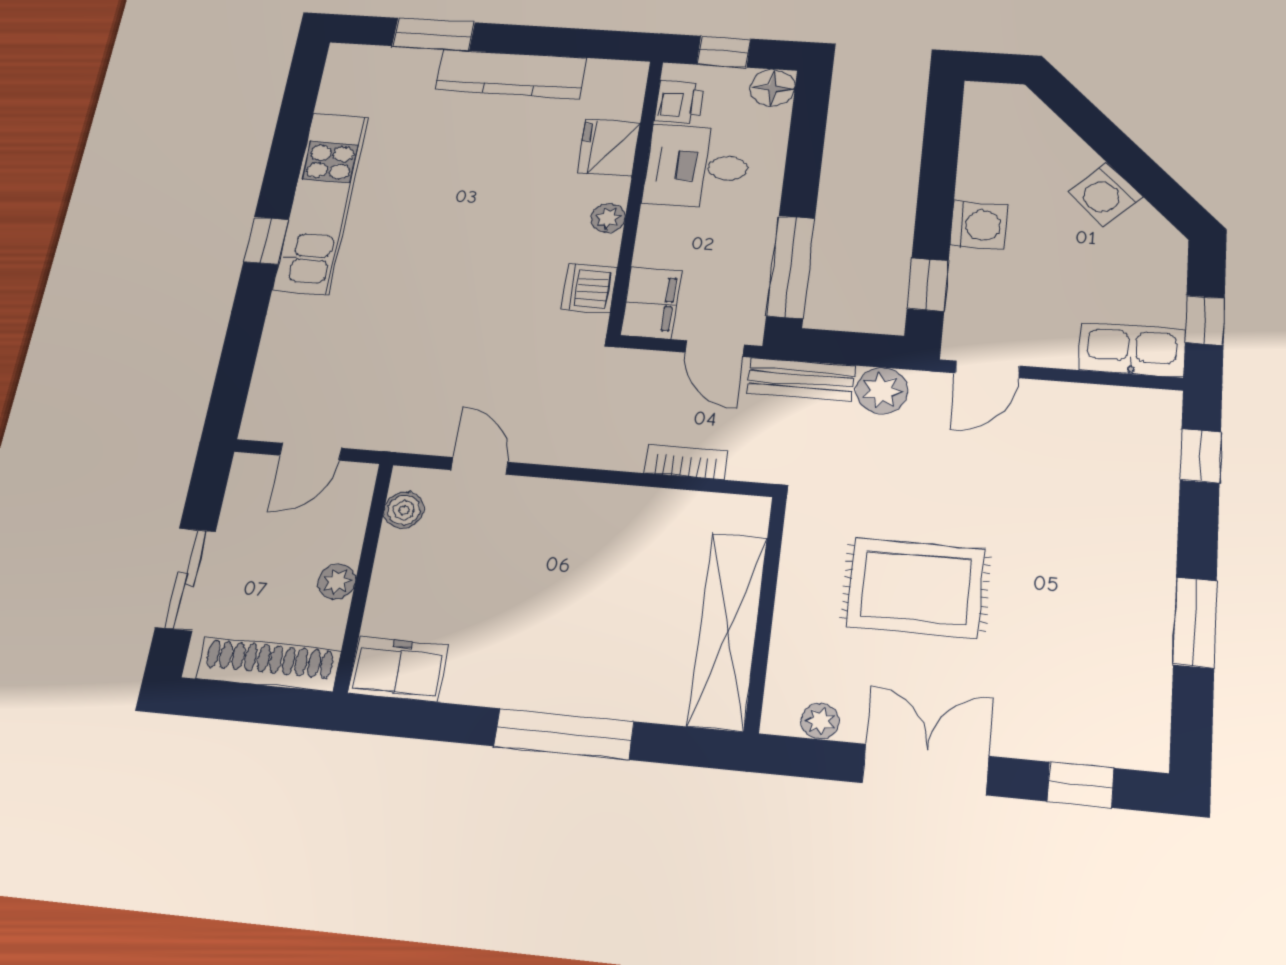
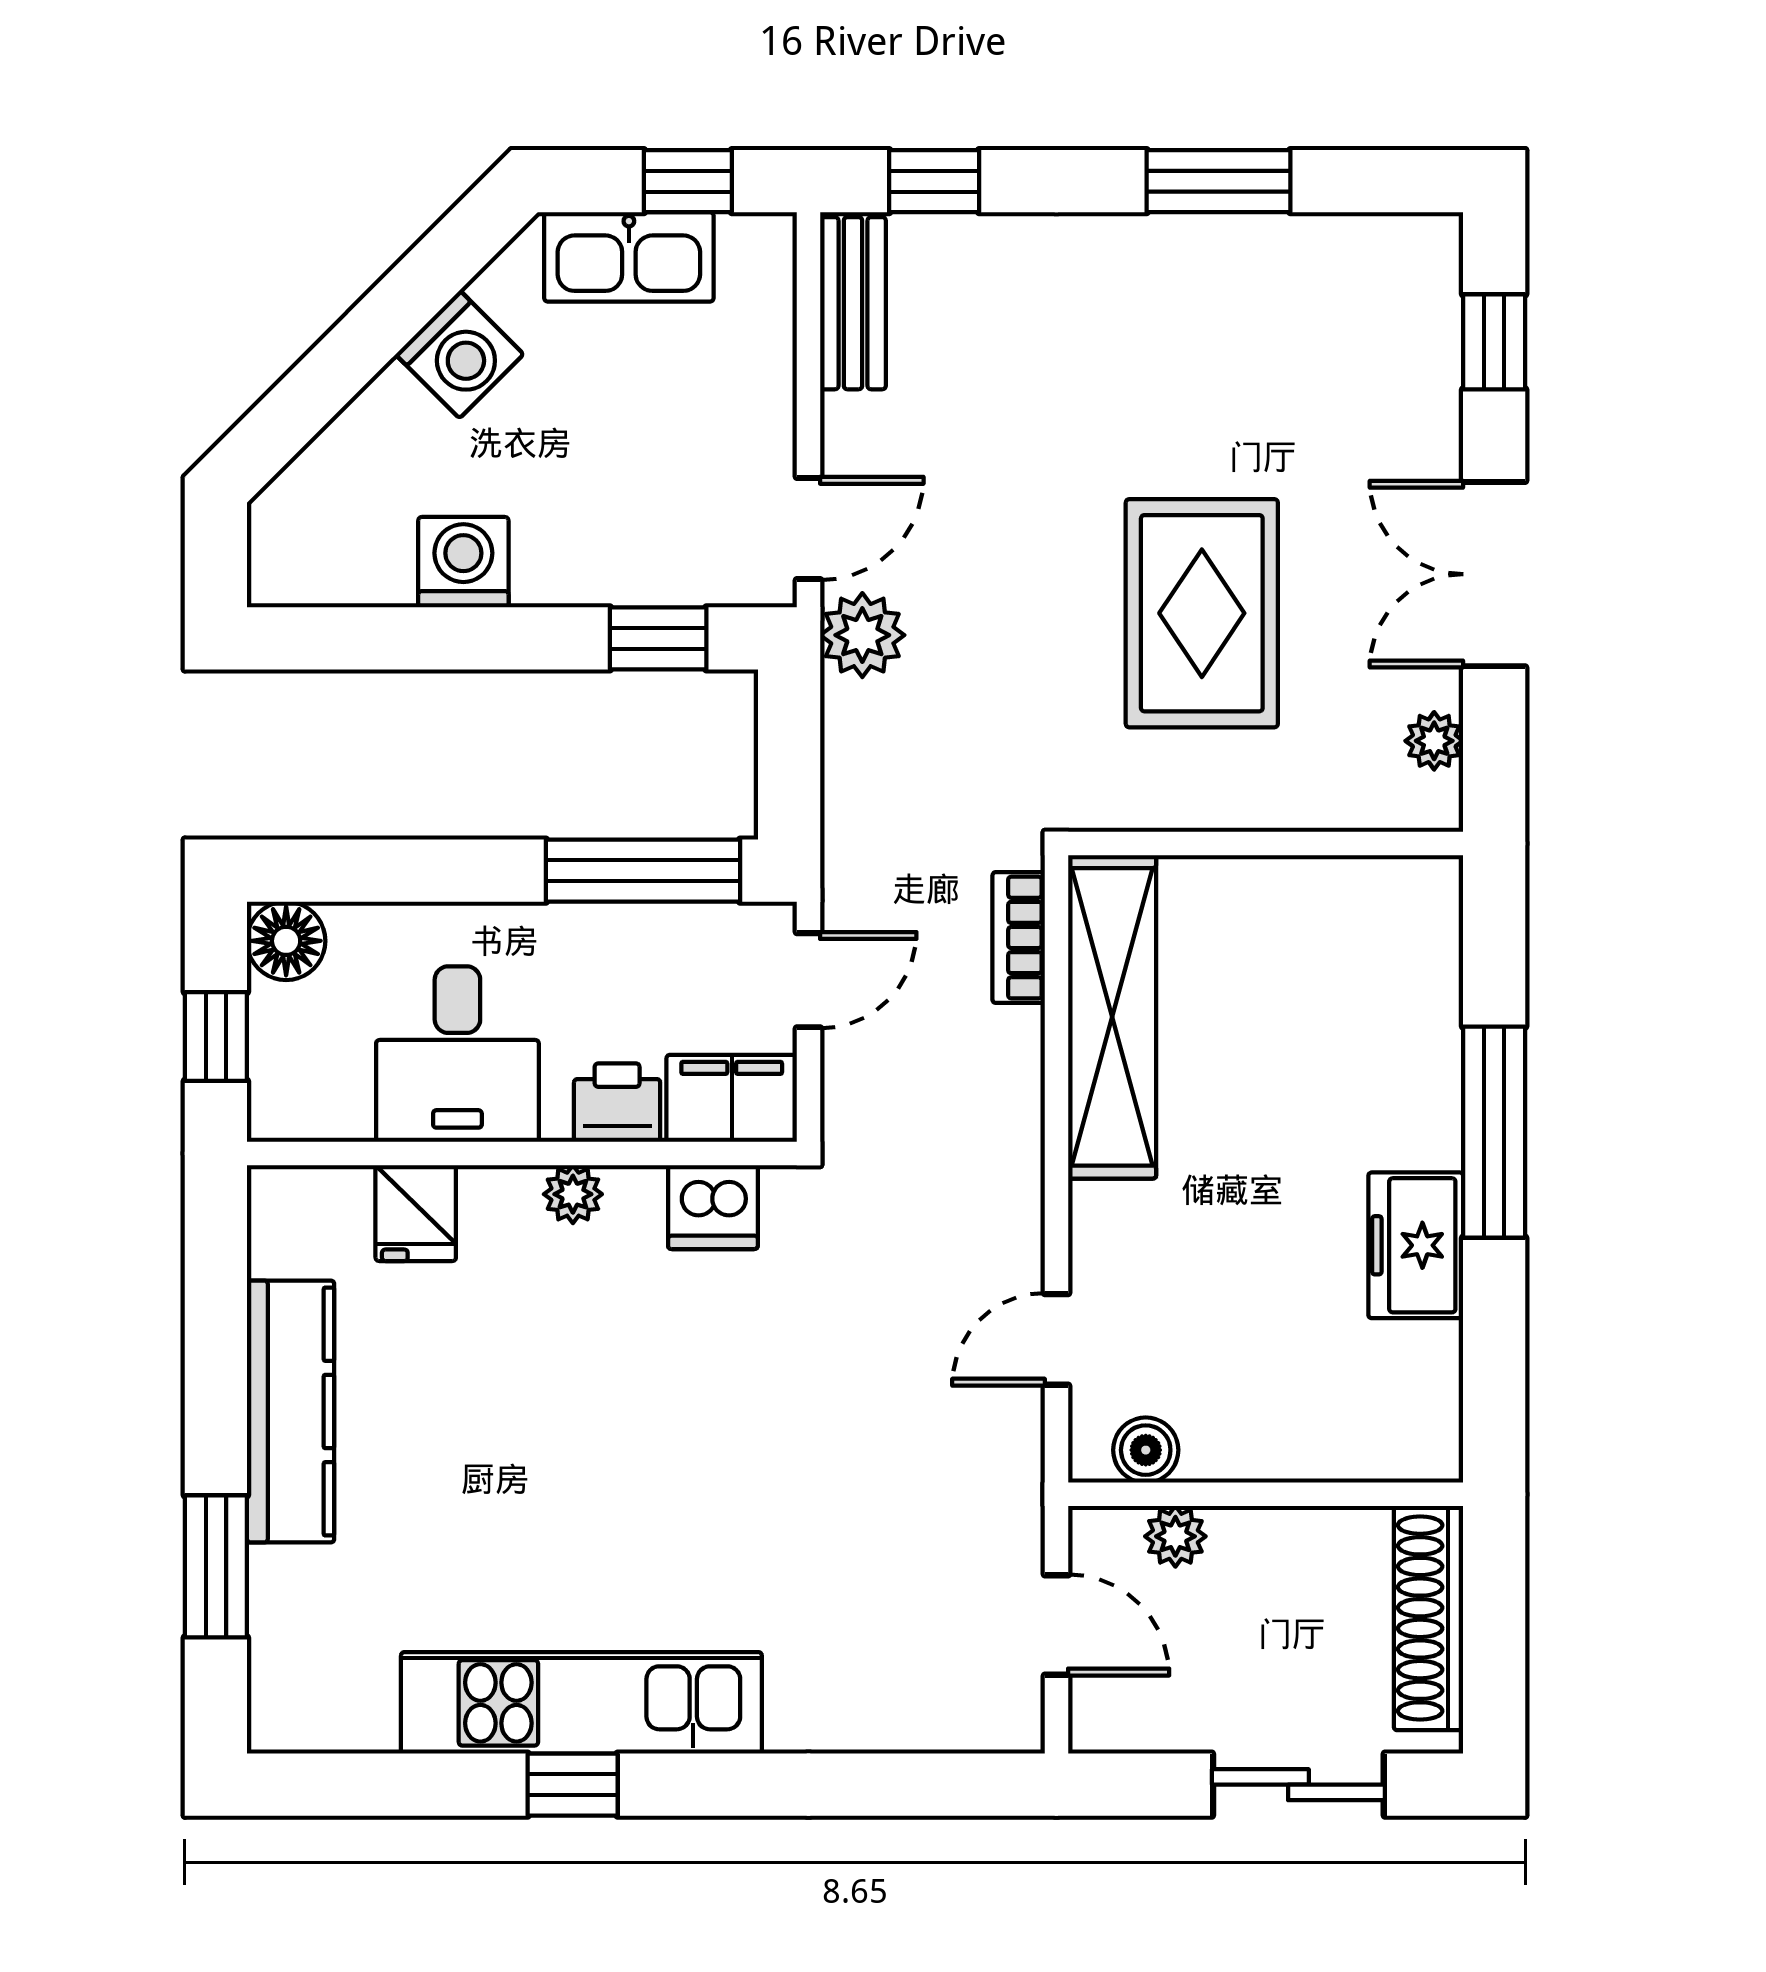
printer: (679, 102) -> (617, 1103), moved
fridge: (609, 148) -> (416, 1213), width x0.72
washing machine: (979, 225) -> (463, 562), moved
window: (266, 241) -> (573, 1785), moved
kitchen sink: (1132, 350) -> (629, 257), moved, turned -90
door: (987, 369) -> (809, 529), hinge flipped
bench: (801, 379) -> (853, 303), moved
plant: (882, 391) -> (862, 635), moved
bookcase: (686, 462) -> (1019, 938), moved
plant: (337, 582) -> (1175, 1536), moved
shelving: (728, 631) -> (1112, 1017), moved, turned 90
freezer: (398, 669) -> (1416, 1245), moved

